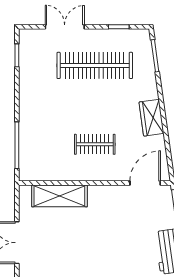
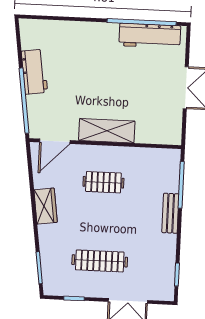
clothes rail: (95, 65) -> (100, 261), width x0.73, depth x0.76
bench: (26, 116) -> (170, 213), added
shelving: (59, 196) -> (107, 131), moved

